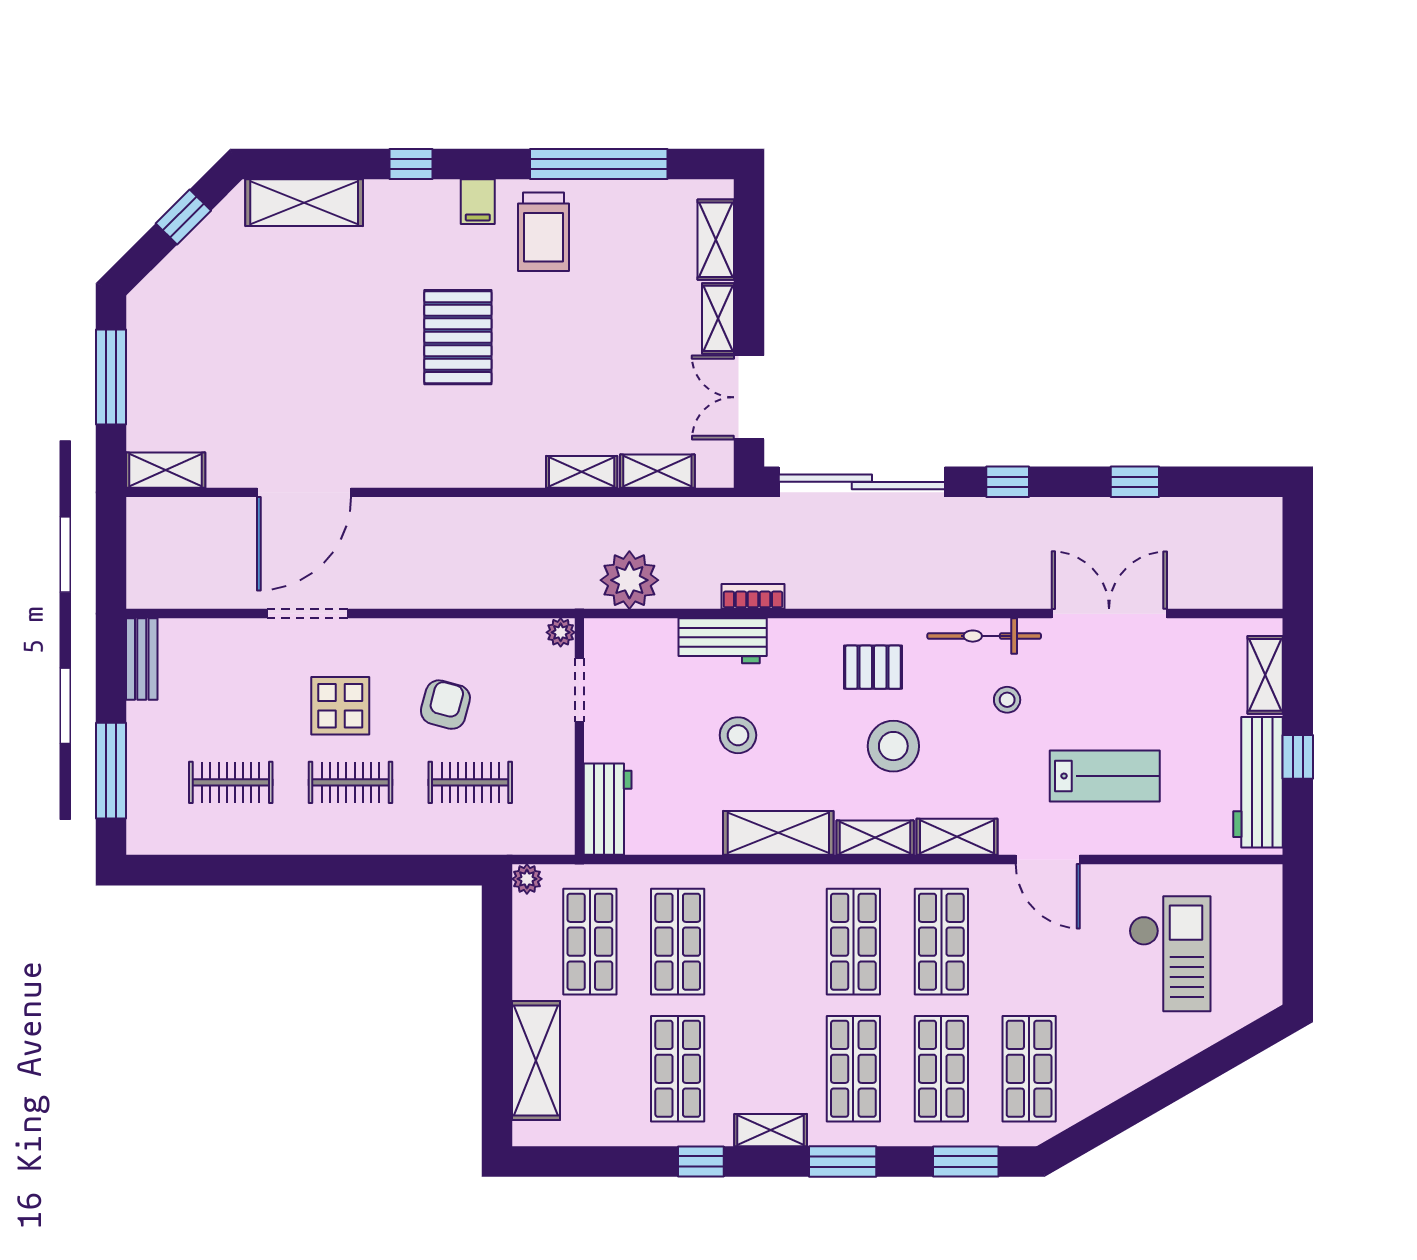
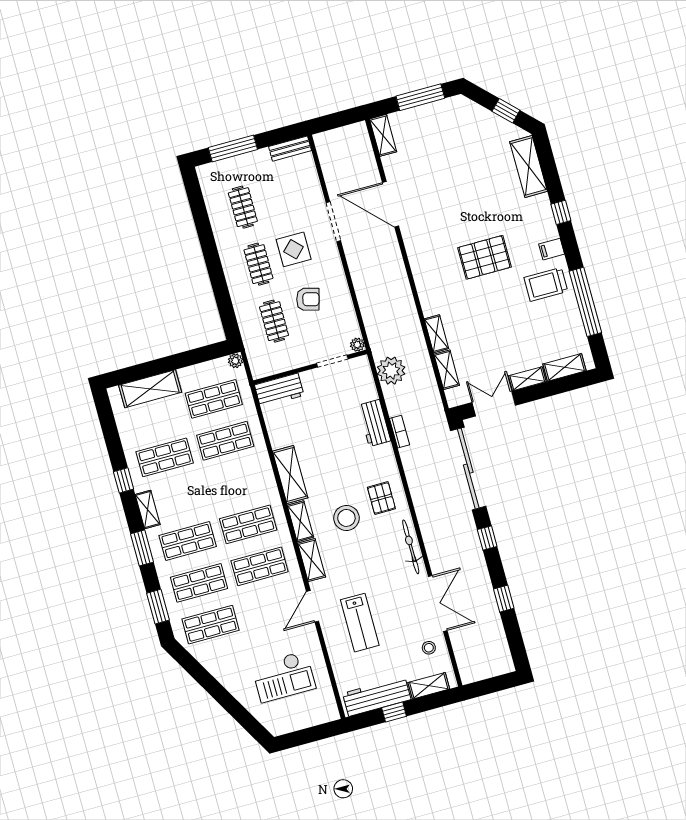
stool: (1007, 700) -> (429, 648), moved
stool: (738, 735) -> (331, 443), removed

